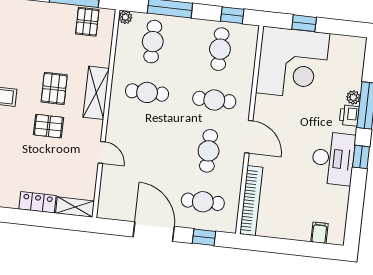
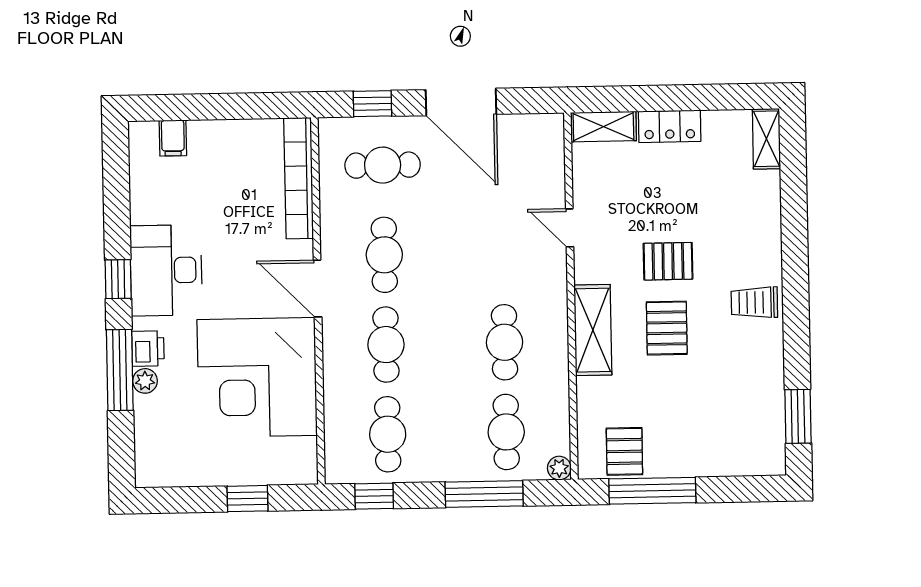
corner desk: (293, 63) -> (257, 377), moved, turned -90
cafe table: (147, 92) -> (504, 342), turned 90
cafe table: (214, 100) -> (386, 345), turned 90

